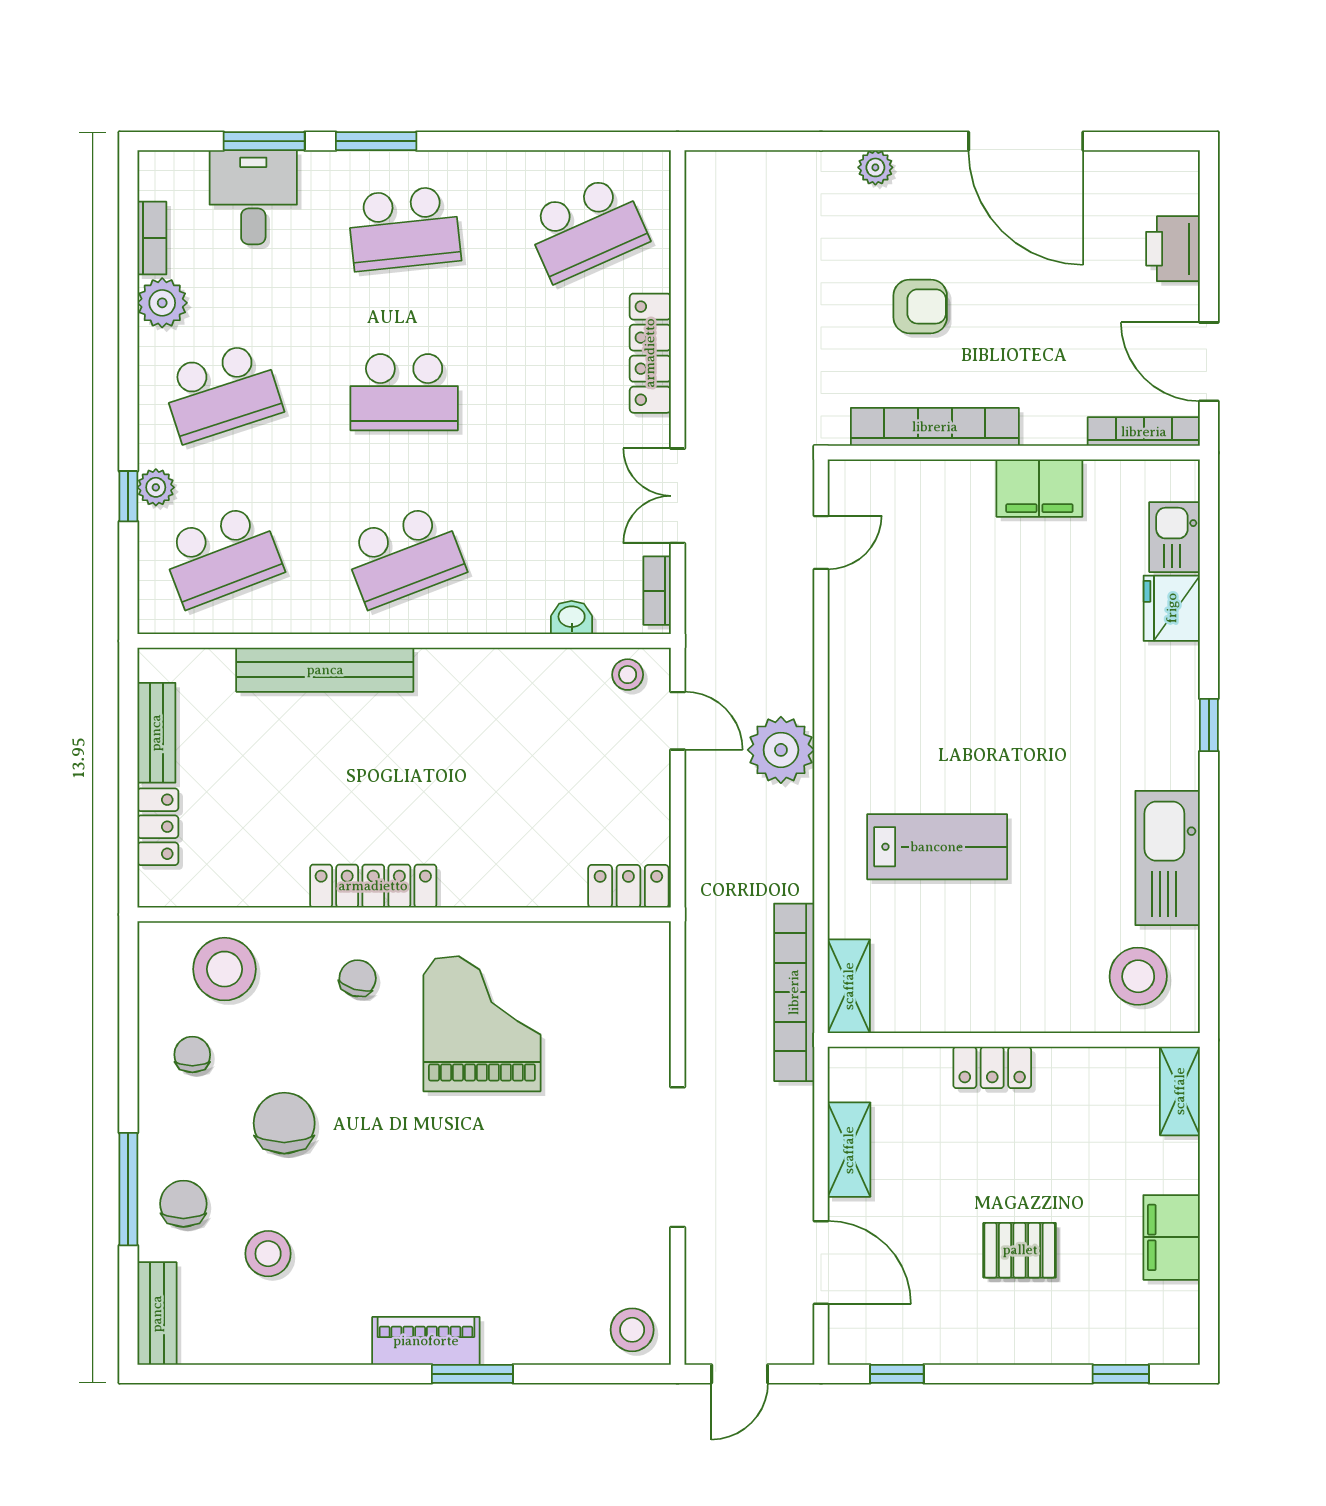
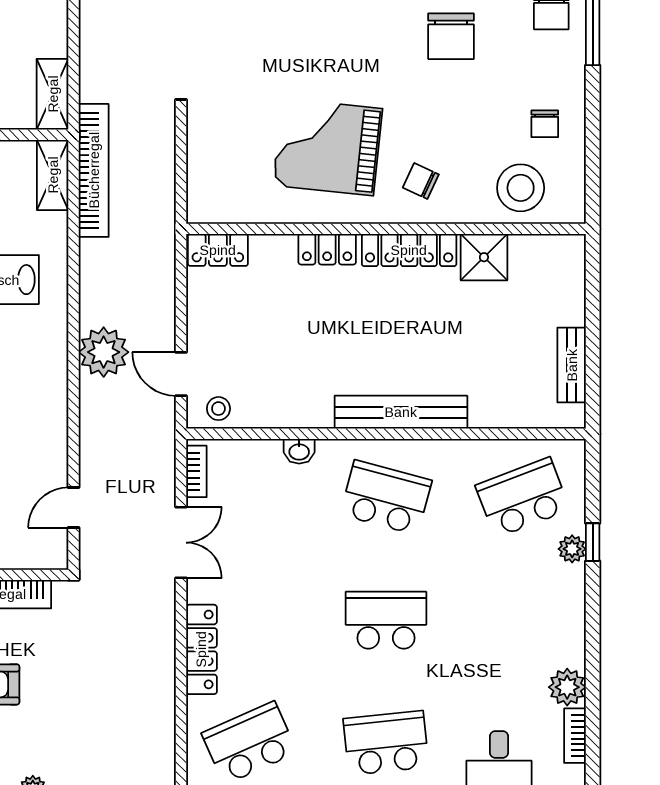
school desk: (222, 392) -> (523, 620), removed
school desk: (404, 556) -> (386, 497), turned 36
washbasin: (572, 618) -> (299, 451), moved
bench: (325, 670) -> (401, 412), moved
locker: (158, 827) -> (327, 249), moved, turned -90
shower: (273, 877) -> (484, 257), added
chair: (358, 978) -> (421, 181), turned 98
grand piano: (482, 1024) -> (328, 147), turned 96
chair: (284, 1123) -> (451, 36), moved
shelving: (849, 1150) -> (53, 94), moved

